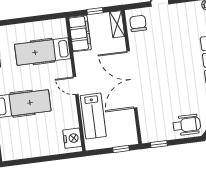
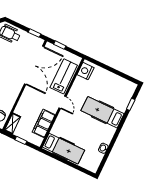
filing cabinet: (80, 34) -> (44, 123), moved
hospital bed: (43, 51) -> (64, 149), moved
double door: (132, 80) -> (34, 65), moved

